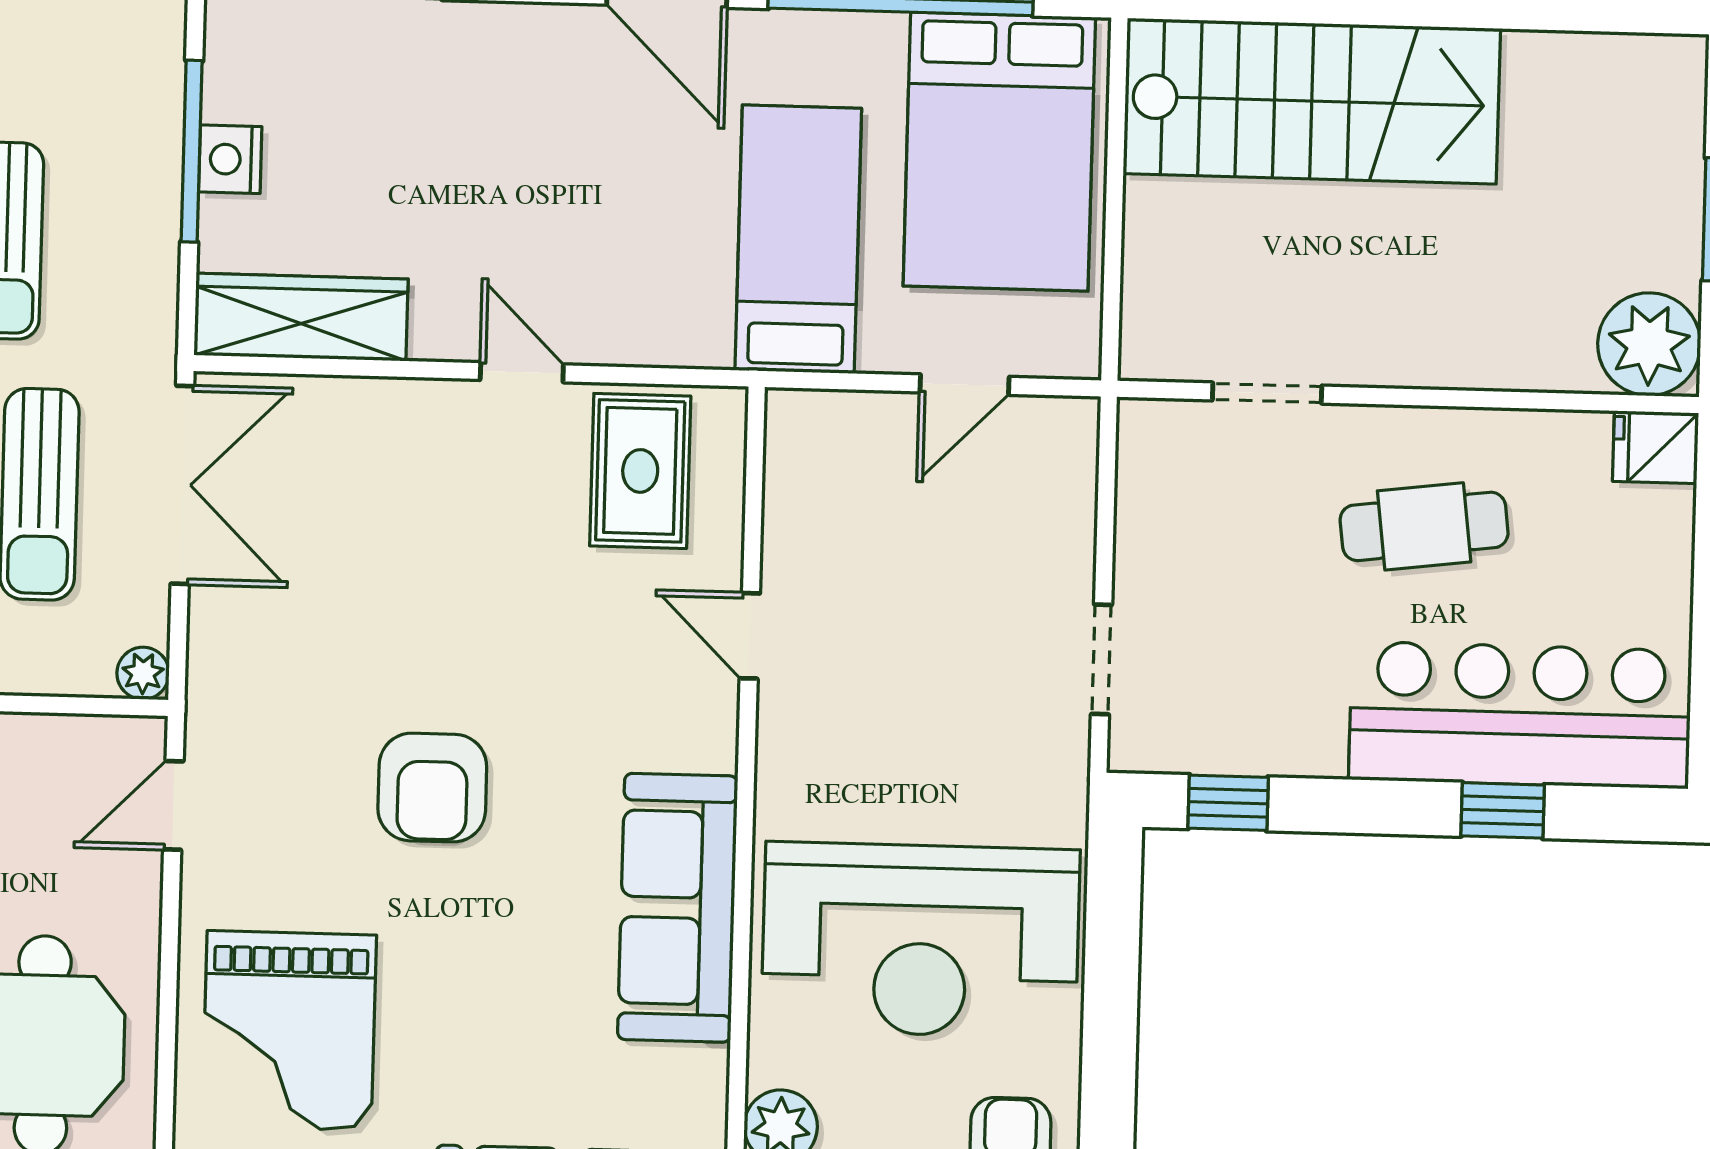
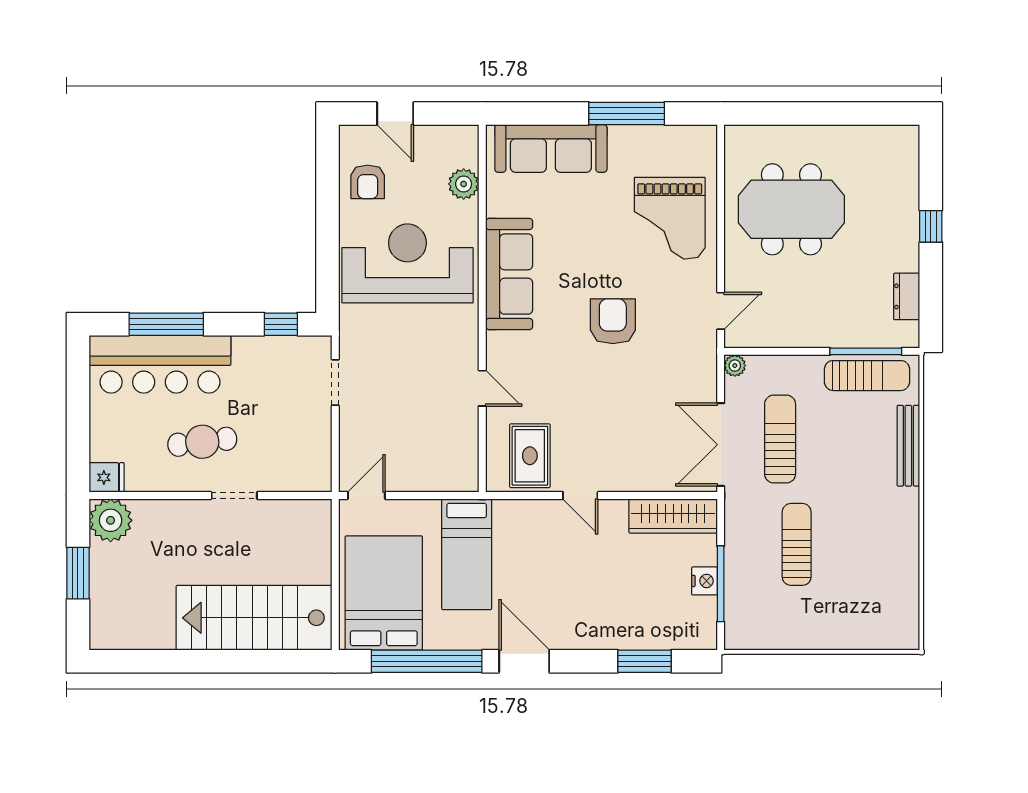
door: (965, 385) -> (366, 496), moved
doorway: (1267, 393) -> (234, 496), moved
window: (1503, 810) -> (166, 324), width x2.17
grand piano: (289, 1031) -> (670, 218), turned 180

